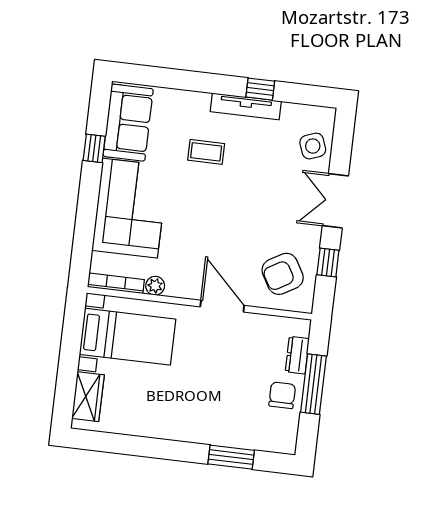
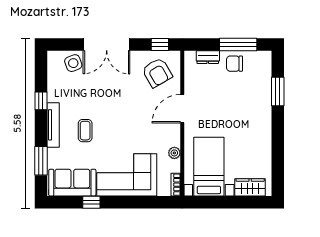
window: (168, 78) -> (41, 161), added
tv unit: (246, 106) -> (53, 125), moved
double door: (335, 201) -> (107, 45), width x1.37
window: (328, 263) -> (160, 45), moved
bookcase: (116, 283) -> (176, 185), width x0.64
window: (313, 384) -> (238, 45), moved

